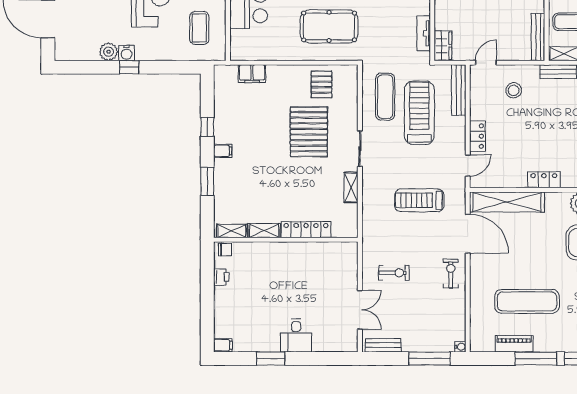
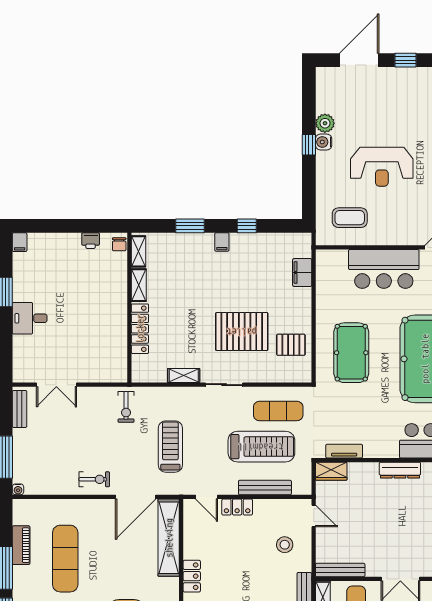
bench: (459, 90) -> (265, 488), moved
exercise bike: (394, 273) -> (126, 407), moved

